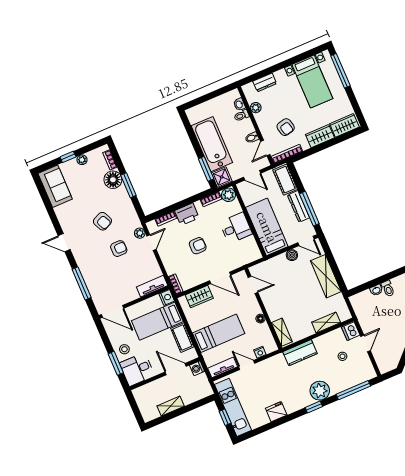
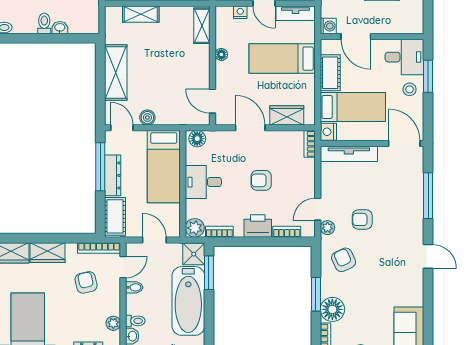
armchair: (102, 221) -> (344, 260), moved
floor lamp: (252, 255) -> (197, 139), added
tv unit: (152, 286) -> (349, 154), width x1.41

